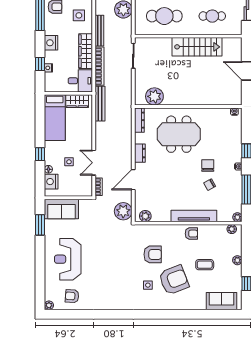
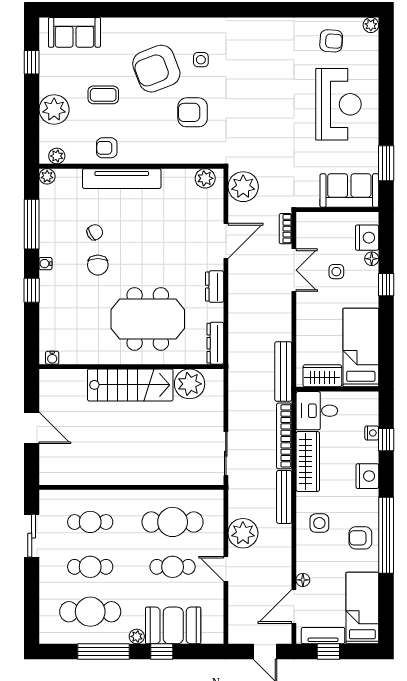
stairs: (197, 47) -> (130, 385), moved, turned 180
armchair: (191, 234) -> (107, 148), moved
plant: (237, 260) -> (54, 109), width x1.88, depth x1.88

